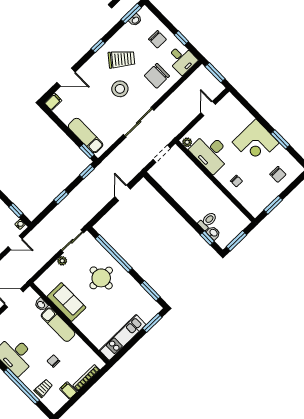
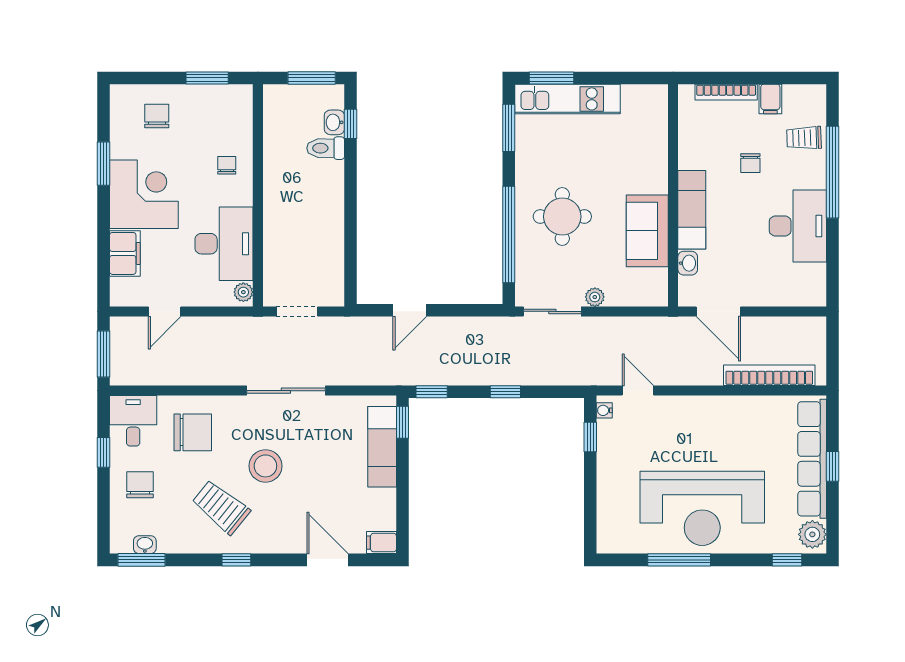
filing cabinet: (242, 115) -> (125, 253), added
kitchen unit: (123, 337) -> (567, 99), moved

